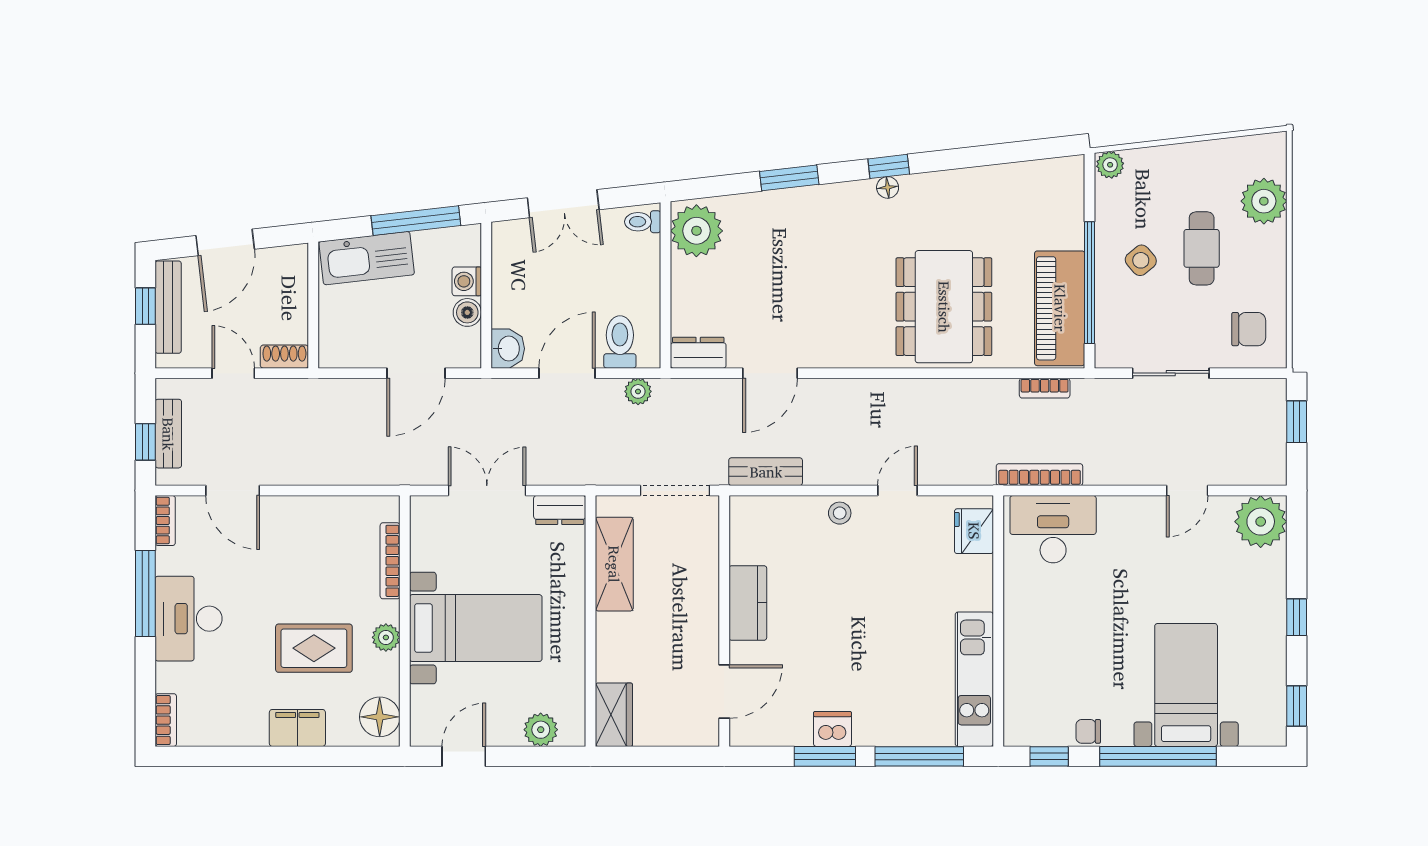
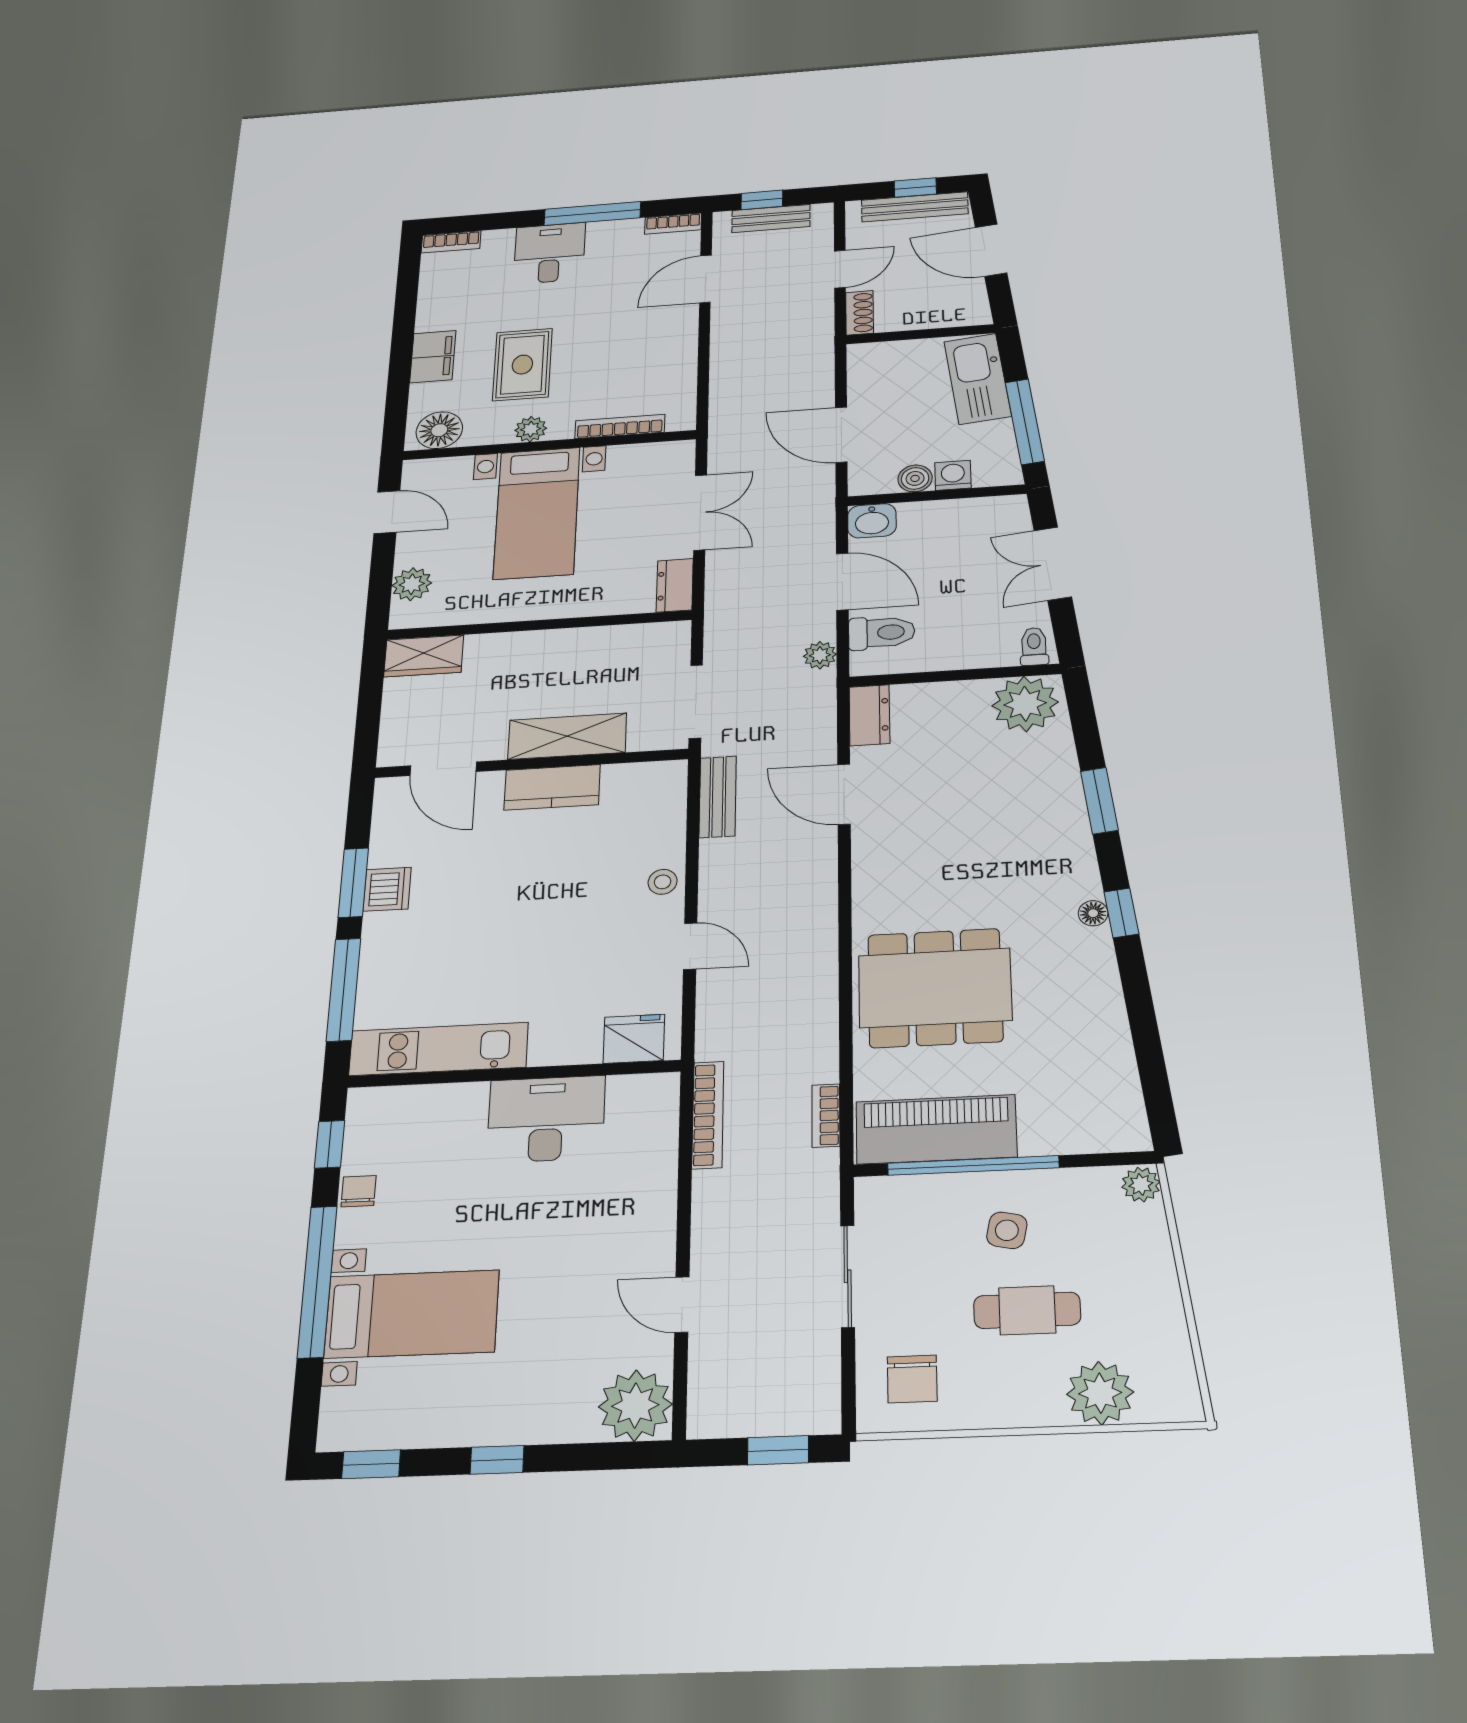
side table: (1141, 260) -> (1007, 1230), turned -38
desk: (1053, 529) -> (546, 1119), moved, turned -90
shelving: (614, 564) -> (567, 736), moved
desk: (189, 619) -> (549, 253), width x0.73

